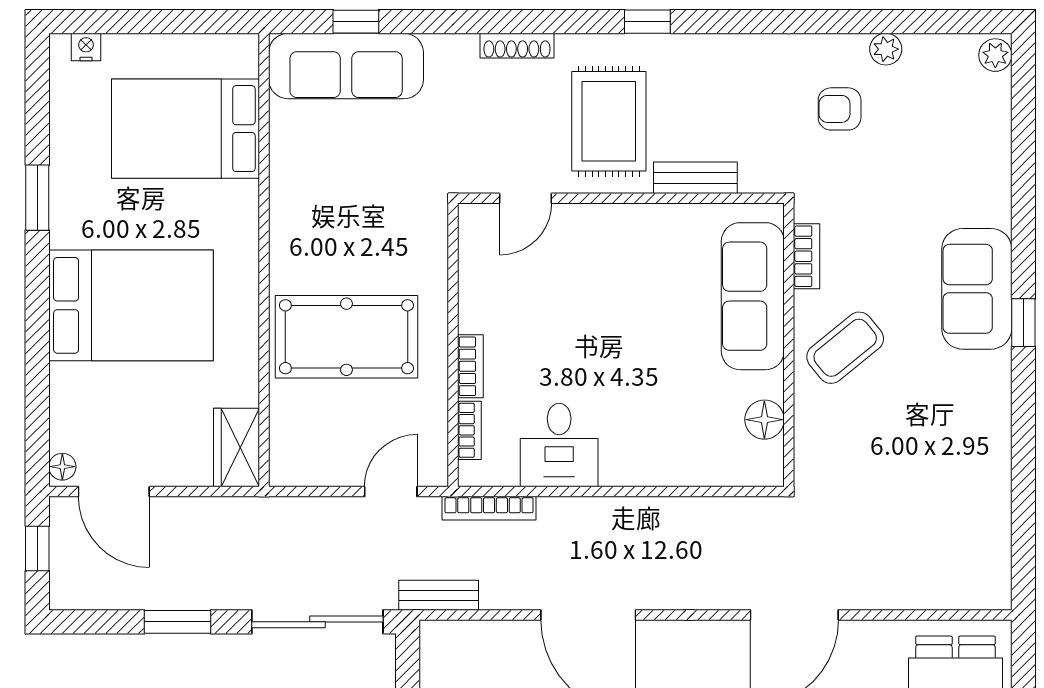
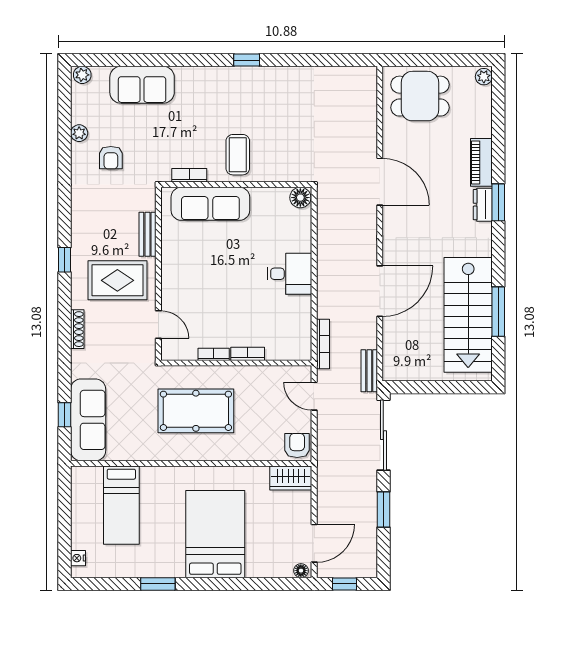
bed: (186, 129) -> (121, 505), width x0.67
sofa: (977, 289) -> (142, 85), moved
window: (1023, 323) -> (247, 60), moved
pool table: (346, 337) -> (196, 411), moved, turned 90
coffee table: (845, 348) -> (238, 155), turned 39
floor lamp: (764, 420) -> (300, 198), moved
bookcase: (469, 430) -> (214, 354), moved
desk: (559, 445) -> (289, 274), moved
armchair: (298, 459) -> (297, 445), added

